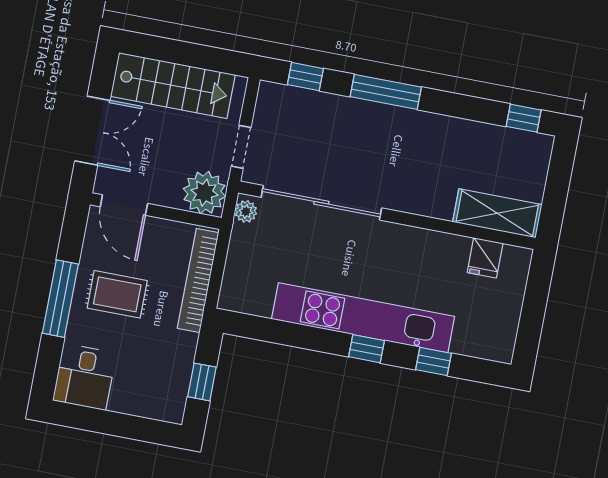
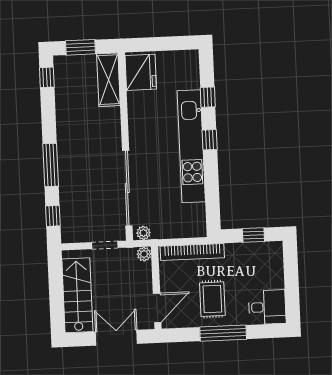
window: (558, 182) -> (80, 47), added
plant: (204, 193) -> (144, 254), width x0.53, depth x0.53
fridge: (485, 258) -> (141, 72), width x1.88, depth x1.34

